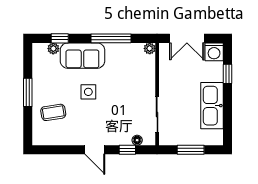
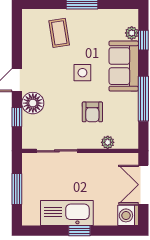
plant: (150, 48) -> (108, 142), moved
window: (227, 74) -> (79, 231), moved
armchair: (123, 83) -> (92, 112), added
floor lamp: (137, 140) -> (33, 103), moved, width x1.89, depth x1.89

